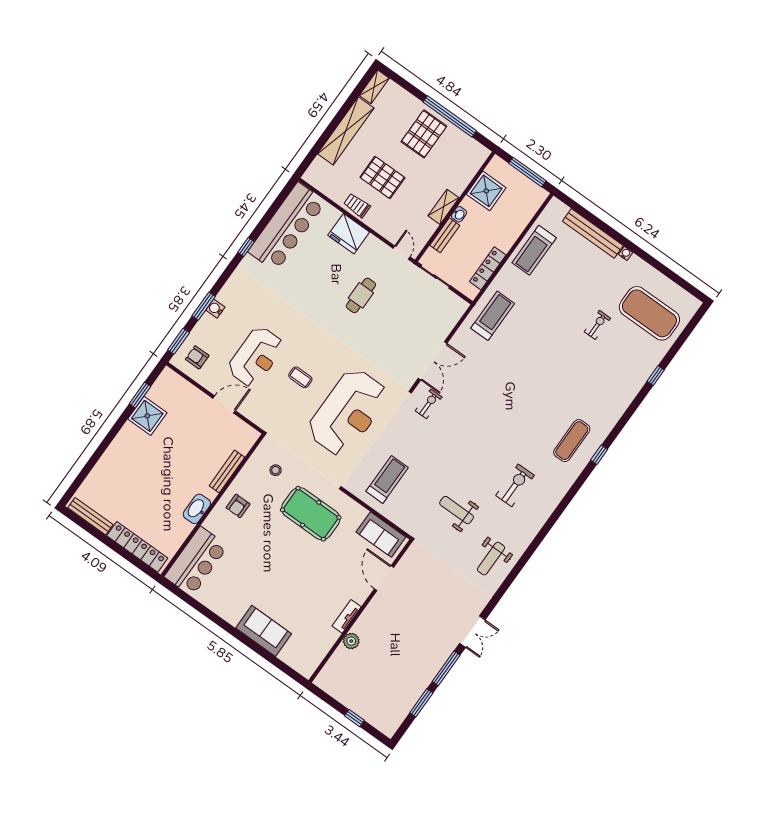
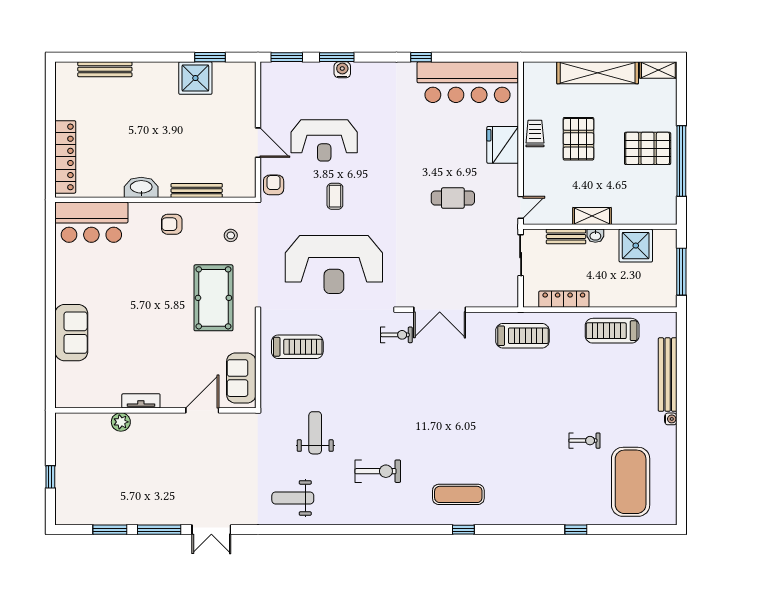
armchair: (197, 357) -> (274, 185), moved
bench: (90, 516) -> (105, 69), moved, turned 90

